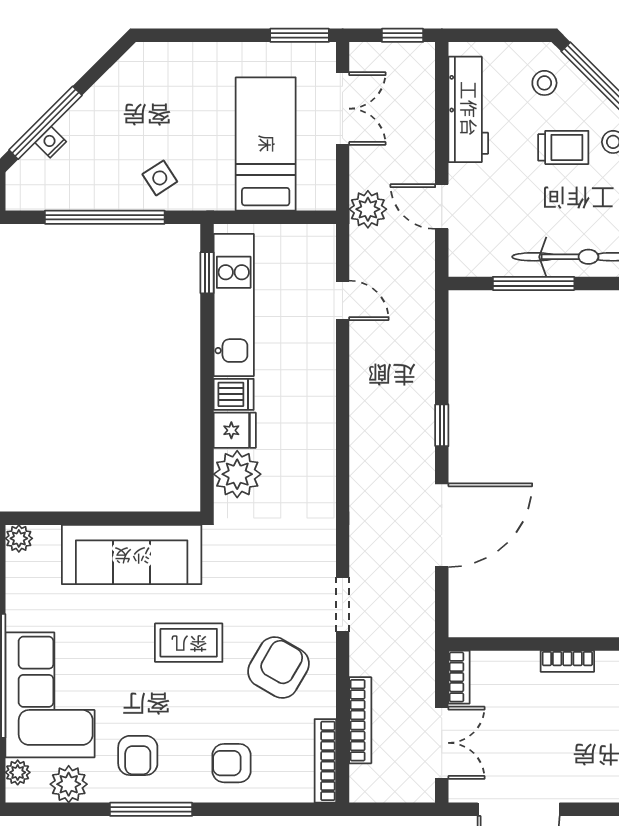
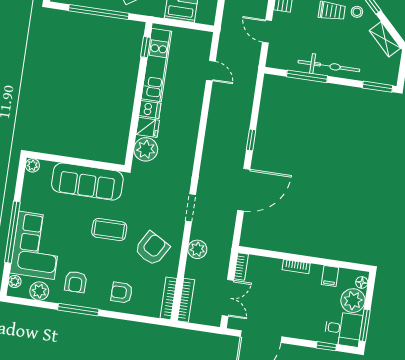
plant: (368, 209) -> (197, 249), moved
doorway: (343, 605) -> (191, 208), moved
bookcase: (360, 720) -> (186, 300), moved

